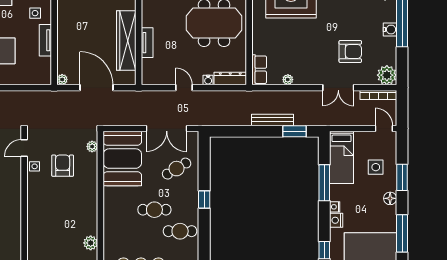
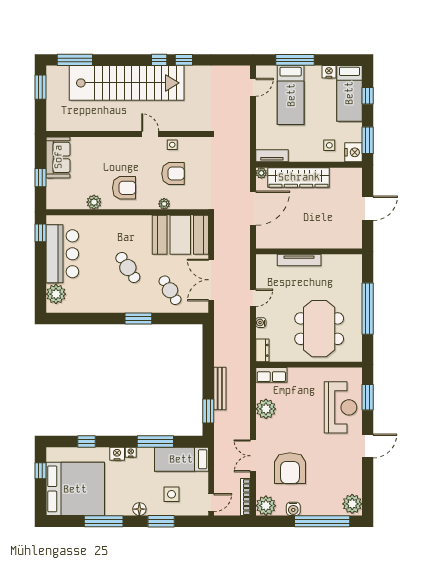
water cooler: (390, 30) -> (293, 509), moved
tv unit: (45, 40) -> (272, 156), moved
wardrobe: (126, 40) -> (299, 177), moved, turned 180
tv unit: (147, 43) -> (299, 260), width x1.41
armchair: (350, 51) -> (290, 468), width x1.36, depth x1.36
dresser: (230, 79) -> (262, 350), width x0.70
plant: (288, 80) -> (266, 409), width x1.88, depth x1.88
plant: (92, 147) -> (164, 204), moved
door: (24, 148) -> (150, 134), moved
window: (204, 200) -> (138, 319), width x1.50
cafe table: (154, 210) -> (128, 268), turned -33
armchair: (77, 213) -> (124, 188), added
cafe table: (180, 231) -> (106, 294), removed

